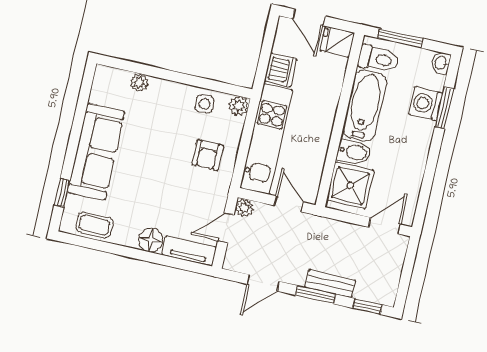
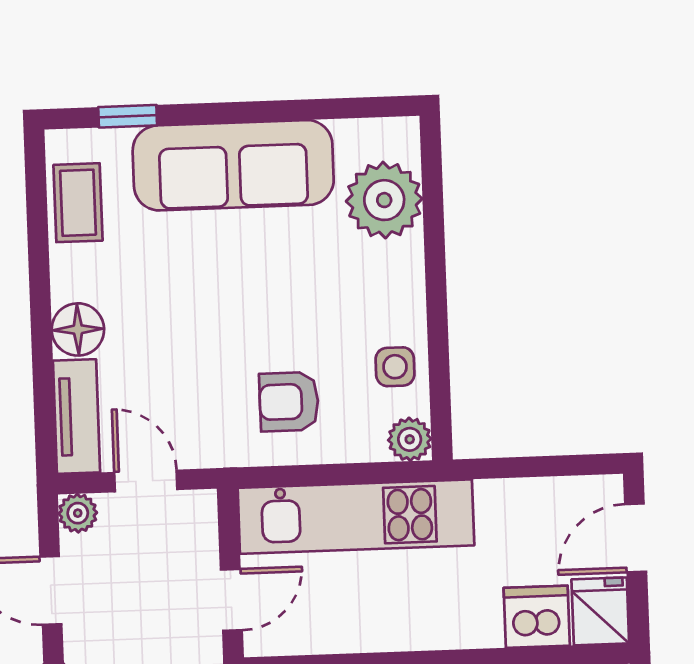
dishwasher: (281, 70) -> (537, 617), moved, turned 180
plant: (139, 83) -> (384, 200), width x1.88, depth x1.88
plant: (244, 208) -> (78, 513), moved

